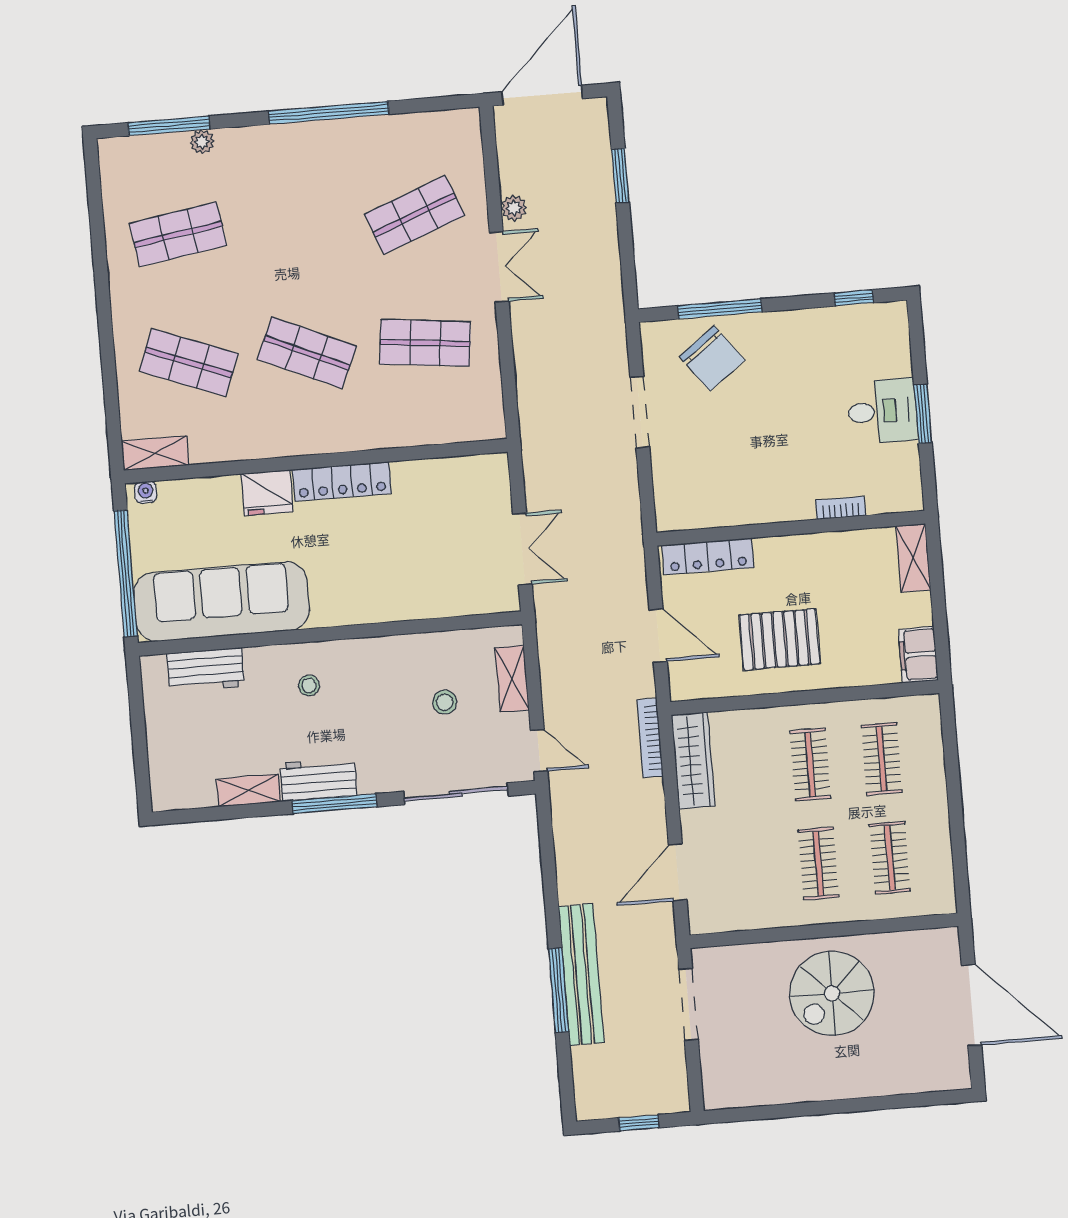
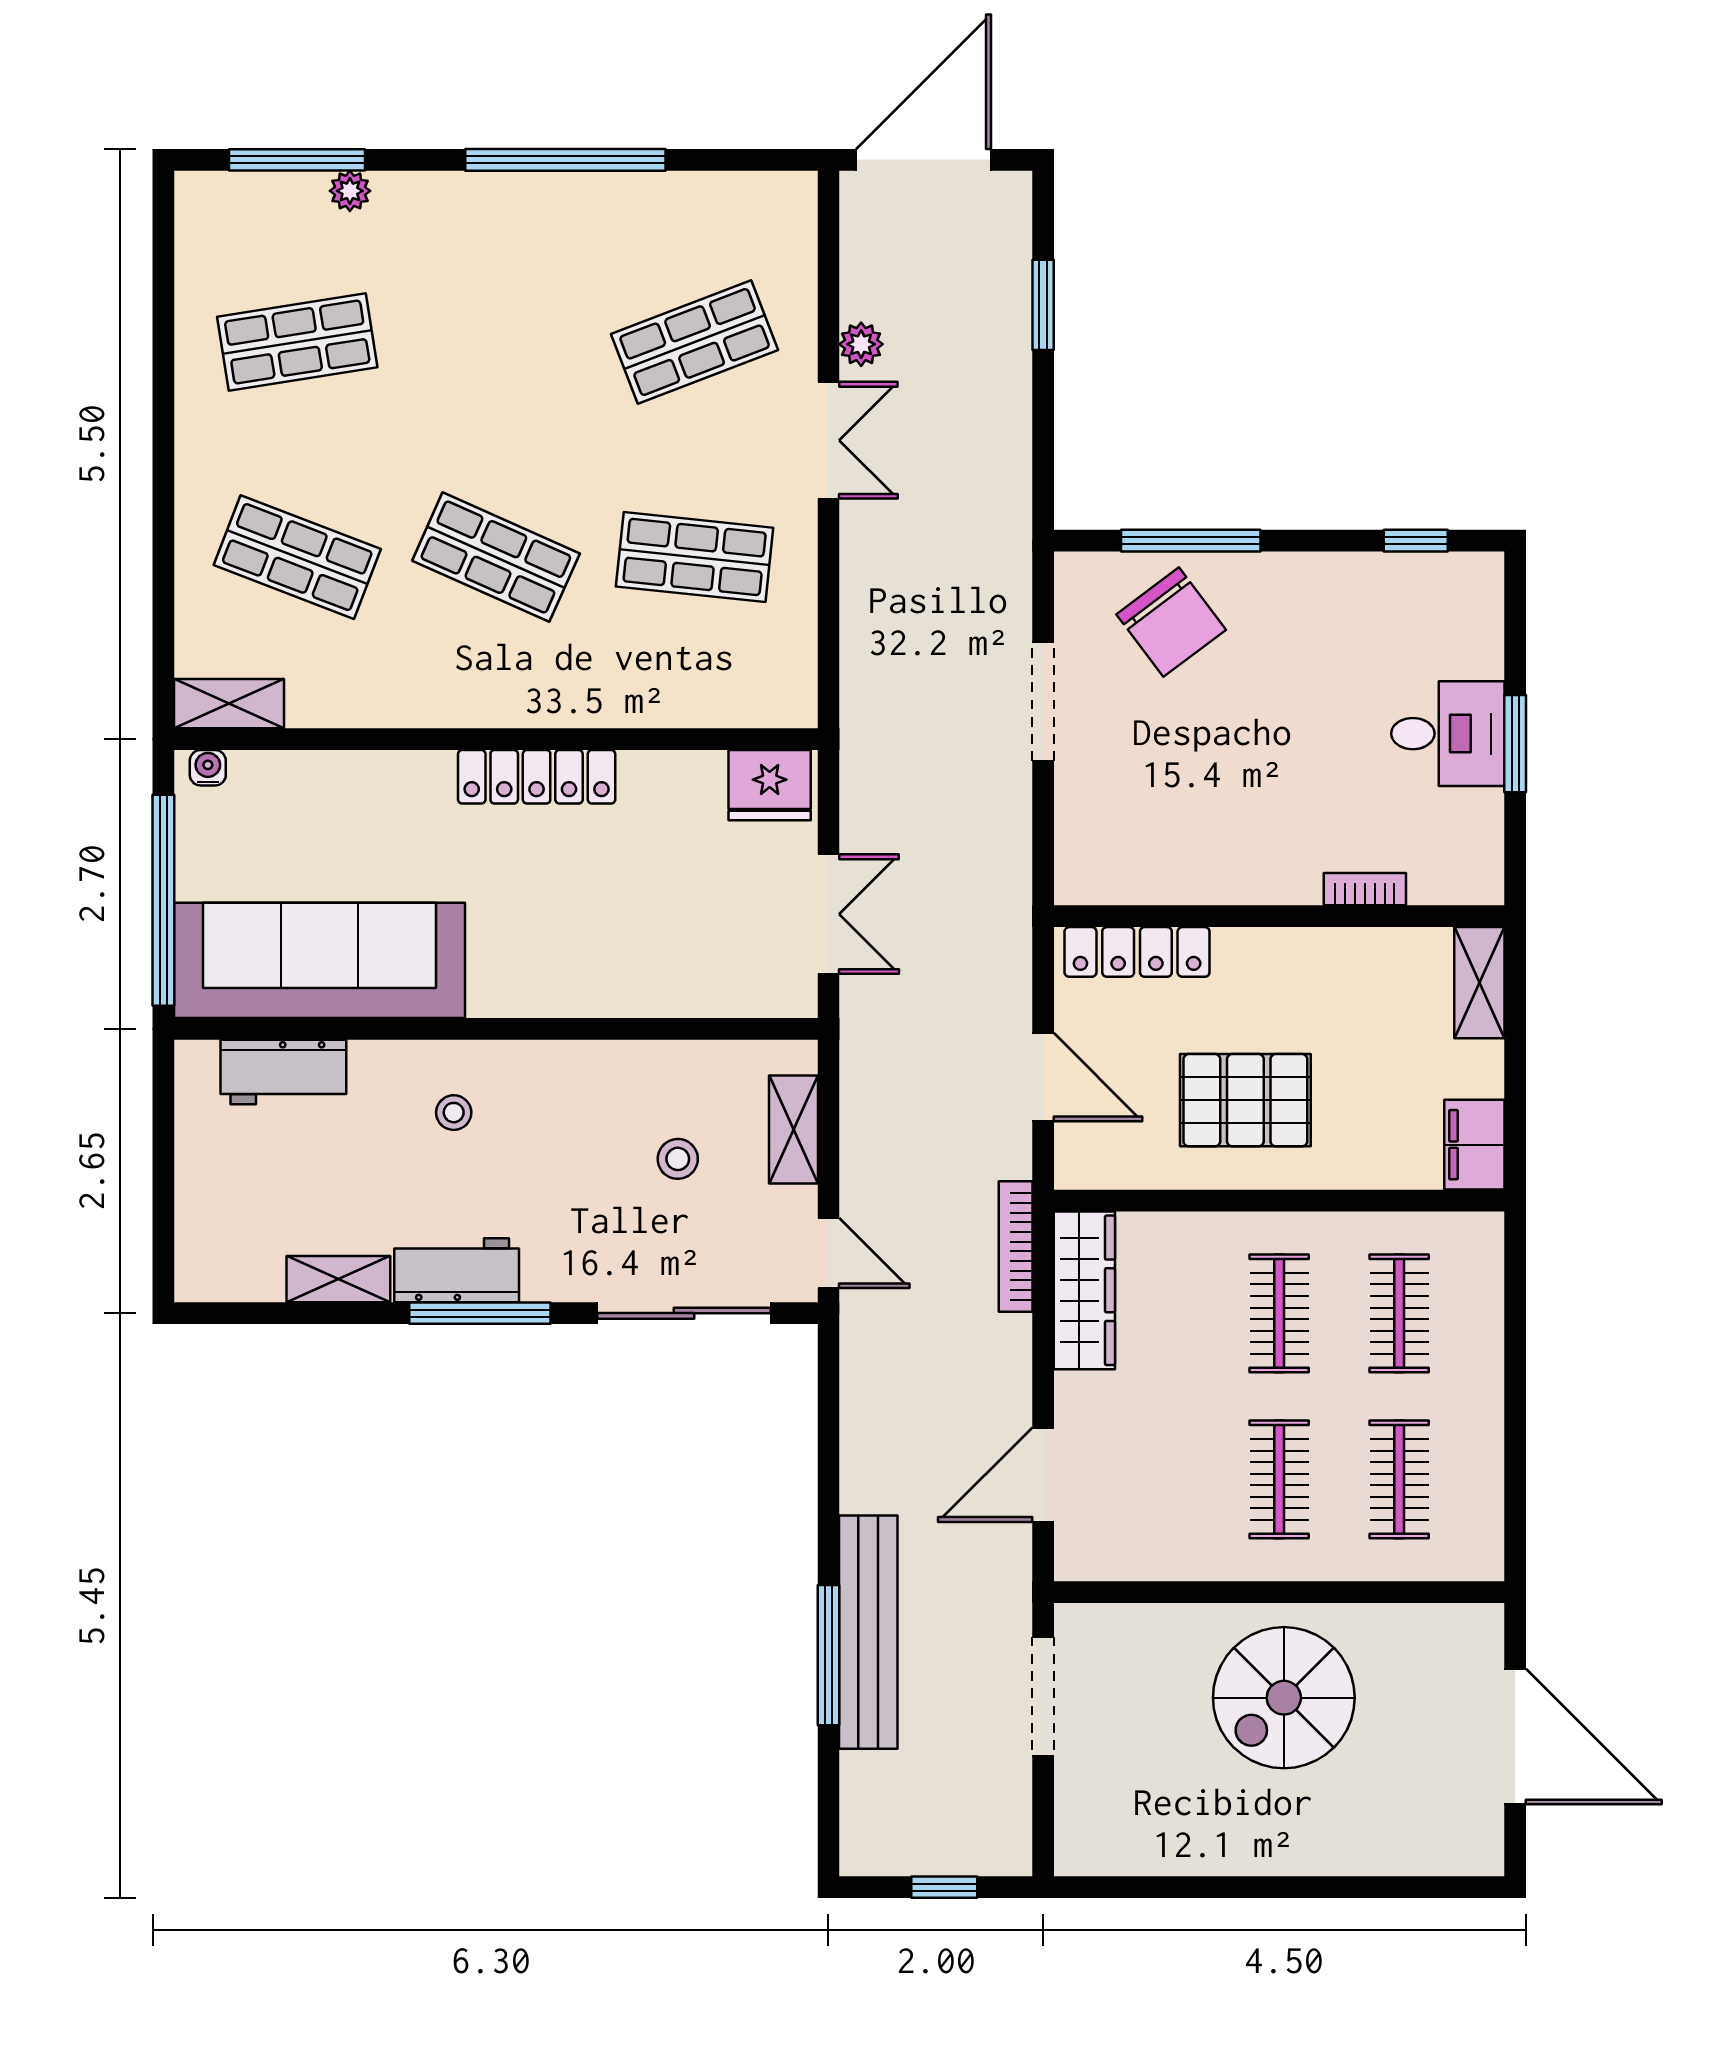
fridge: (267, 493) -> (770, 785), moved

